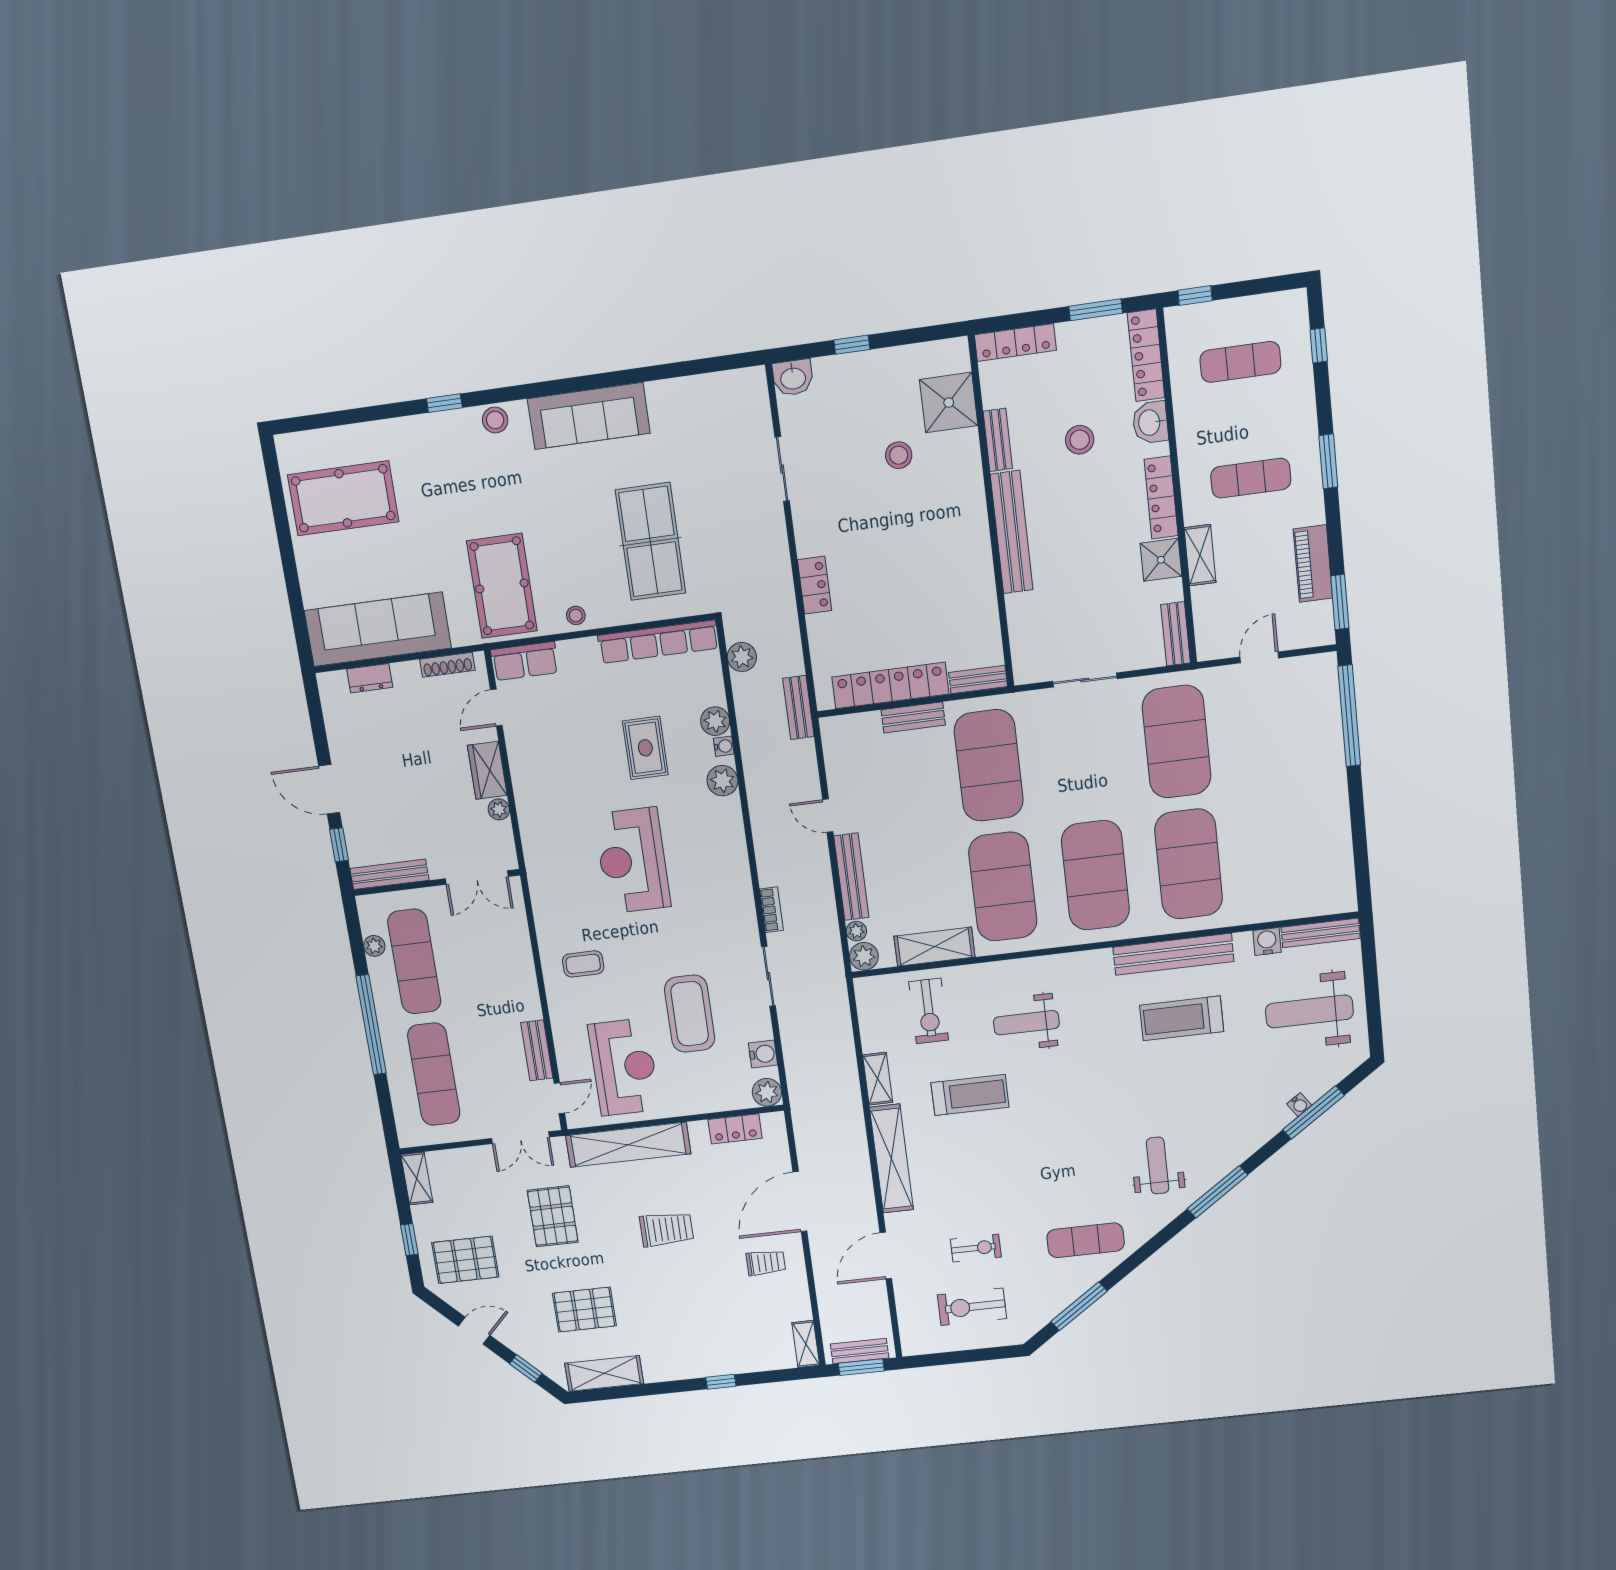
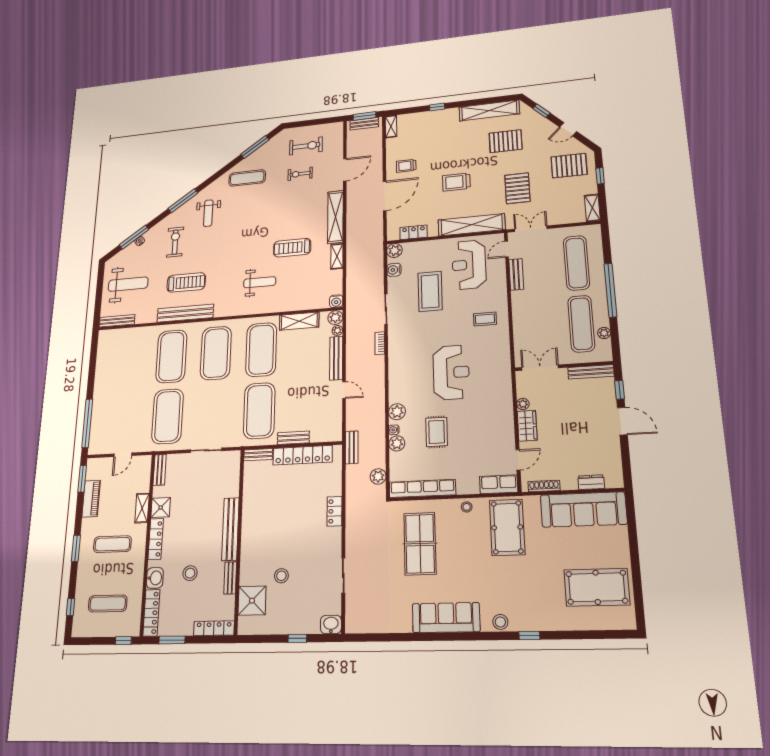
water cooler: (1267, 941) -> (336, 301), moved
exercise bike: (929, 1011) -> (175, 242), moved
shelving: (604, 1373) -> (489, 111), width x1.47

